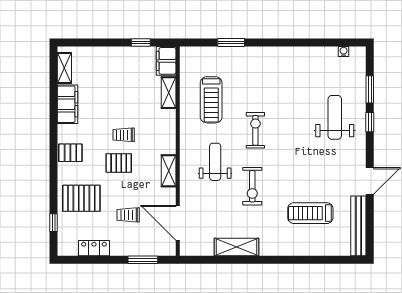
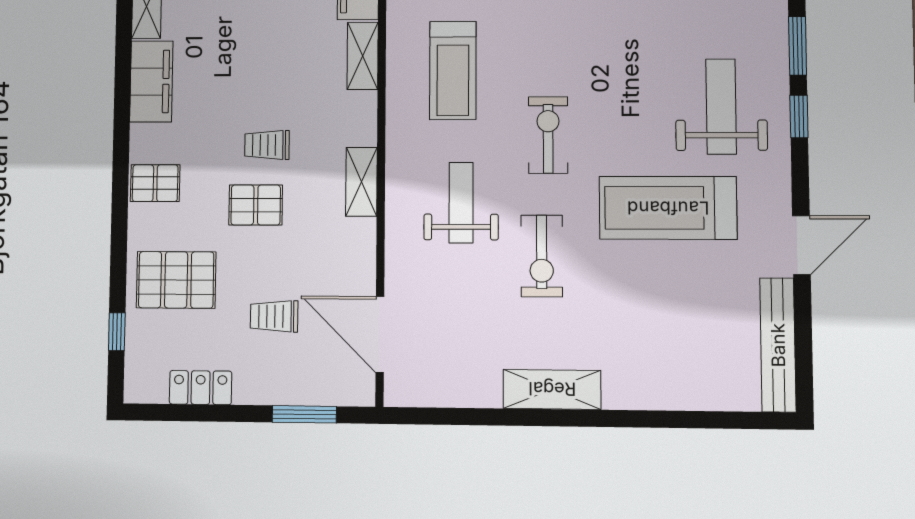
shelving: (169, 171) -> (361, 182), moved
treadmill: (310, 213) -> (668, 208), moved, width x1.37, depth x1.38
shelving: (237, 247) -> (552, 389), moved

